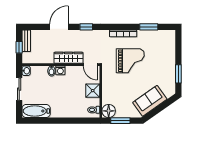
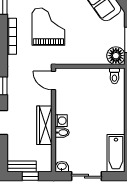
wardrobe: (69, 58) -> (44, 125), moved
door: (90, 65) -> (54, 80), swing flipped
shower: (93, 91) -> (89, 77), removed

